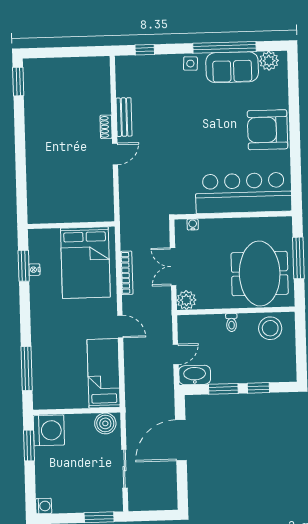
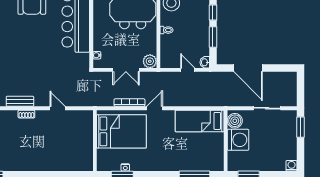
door: (115, 154) -> (58, 108), moved
door: (120, 327) -> (155, 108), moved
washbasin: (195, 375) -> (205, 62), width x0.52, depth x0.69
washing machine: (49, 430) -> (238, 140), moved, turned 90

